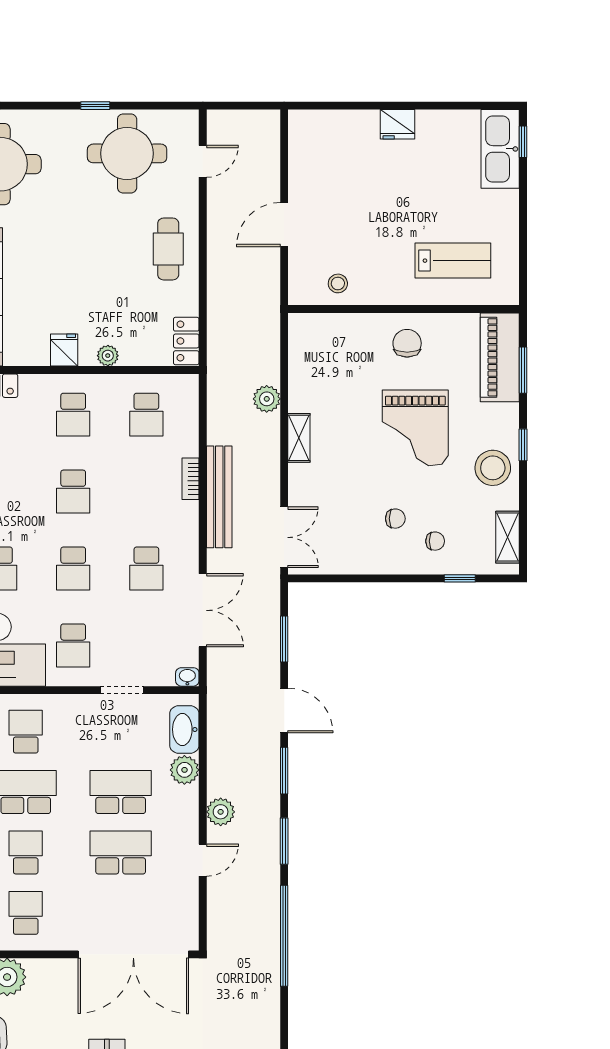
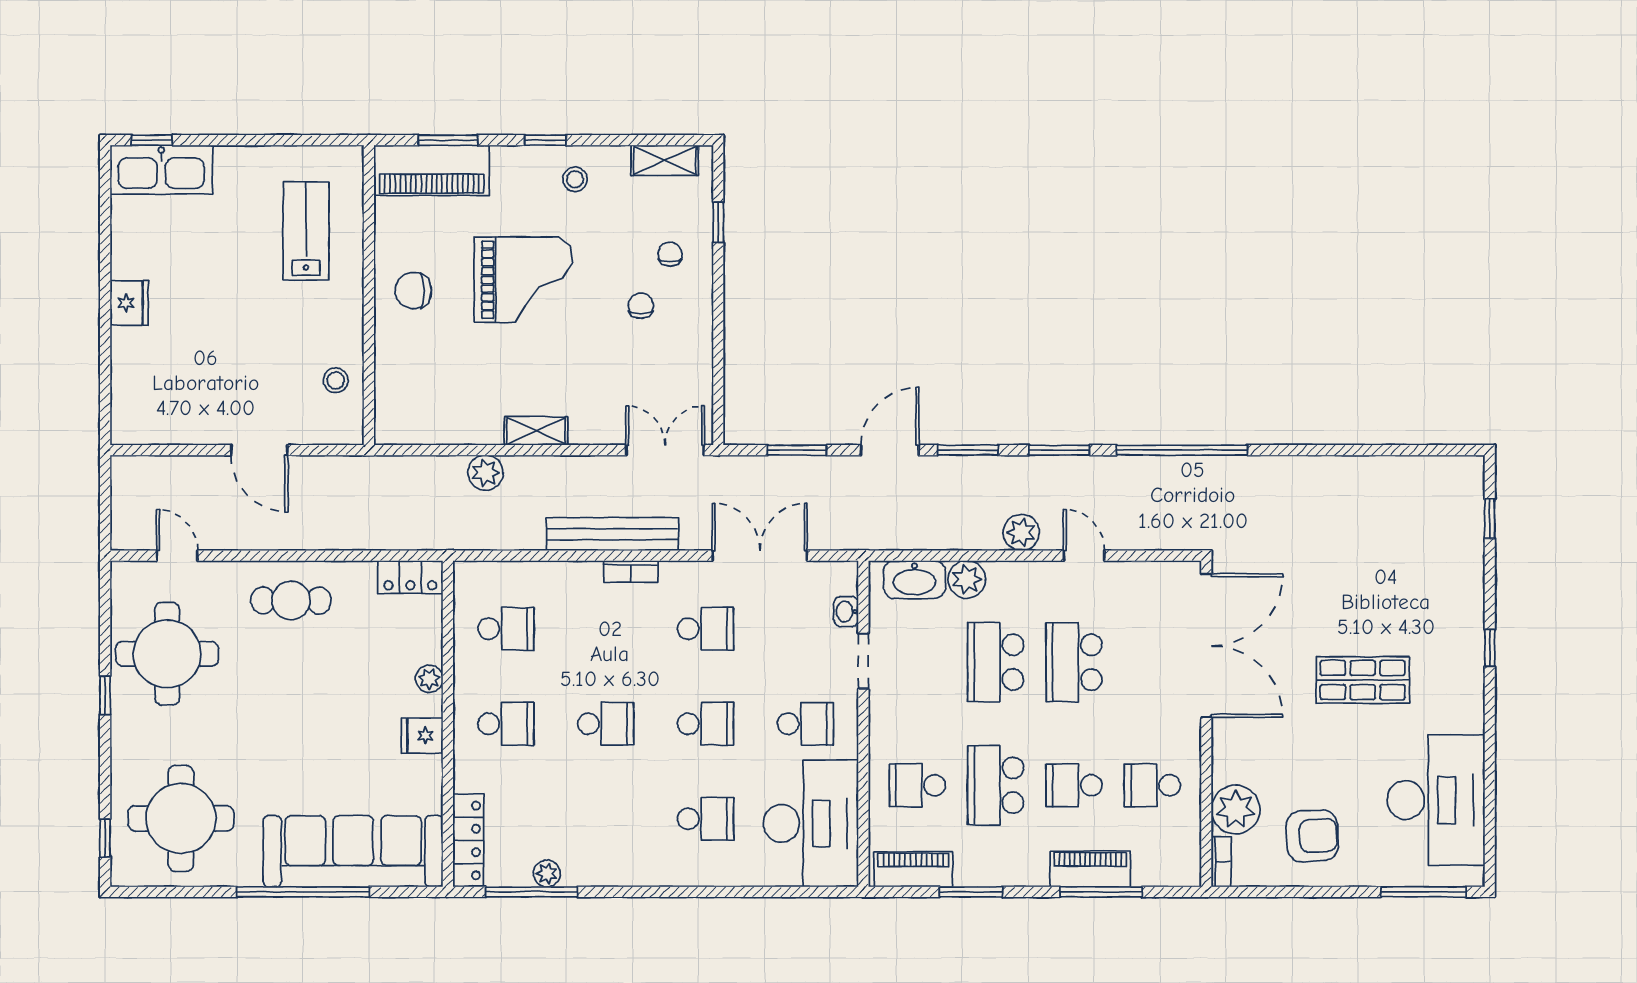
stool: (493, 468) -> (575, 179), width x0.53, depth x0.53
bookcase: (191, 479) -> (631, 571), moved
washbasin: (187, 677) -> (846, 612), moved

